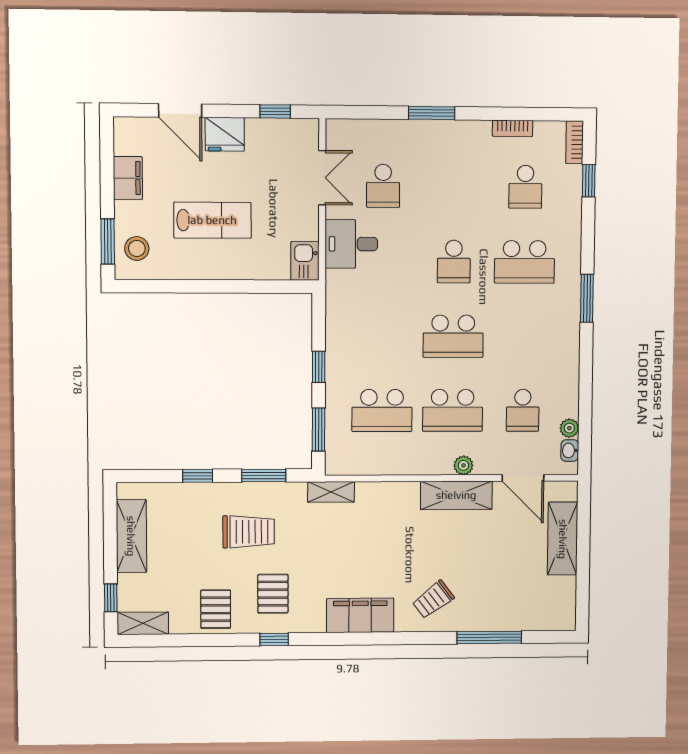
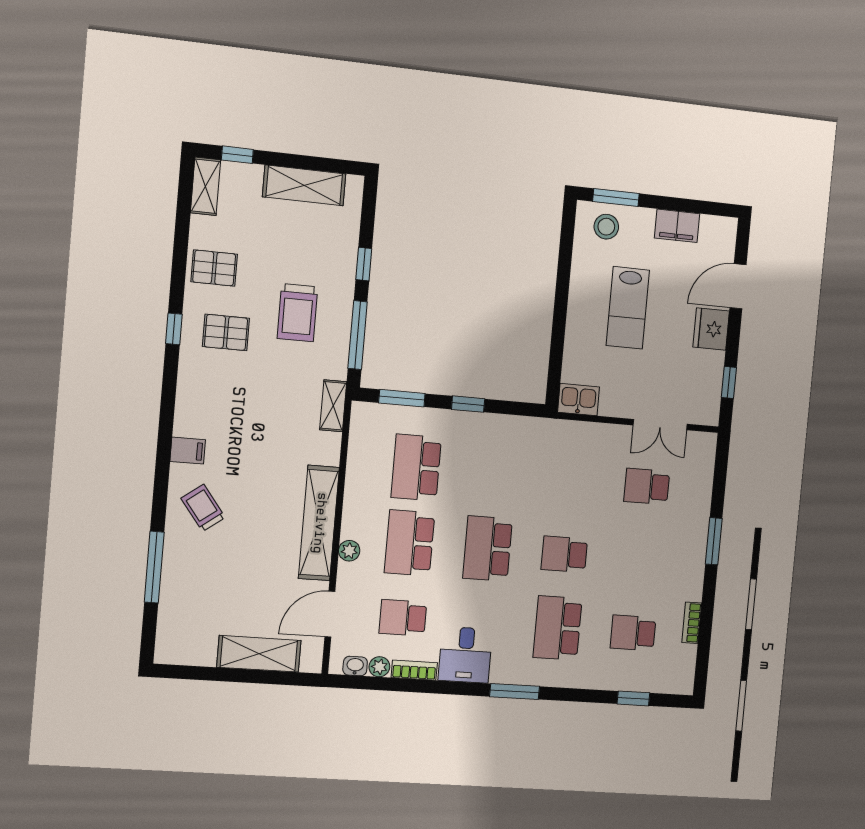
bookcase: (575, 142) -> (414, 670), moved
desk: (351, 244) -> (465, 655), moved, turned 180
window: (264, 476) -> (358, 335), width x1.44
shelving: (456, 495) -> (319, 523), width x1.47
filing cabinet: (360, 615) -> (188, 451), width x0.33, depth x0.86

